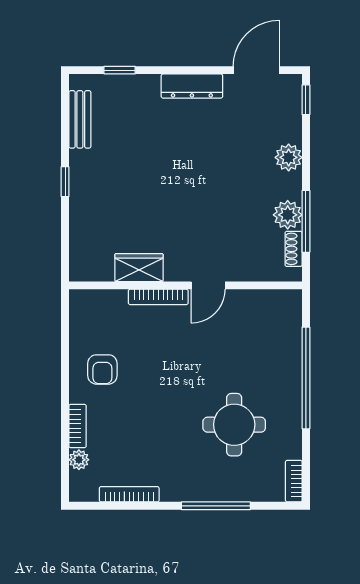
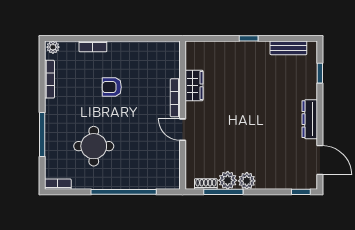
plant: (289, 157) -> (247, 181), moved
armchair: (102, 369) -> (112, 87), moved
plant: (79, 460) -> (53, 47), moved

